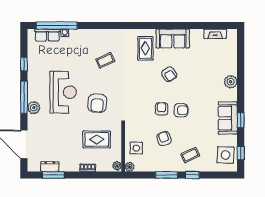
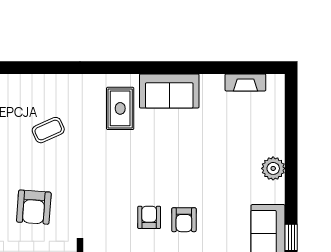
armchair: (169, 74) -> (163, 155), removed
armchair: (181, 110) -> (184, 220), turned 90

